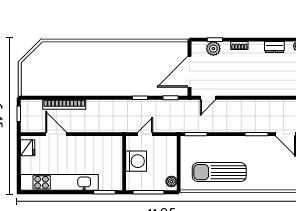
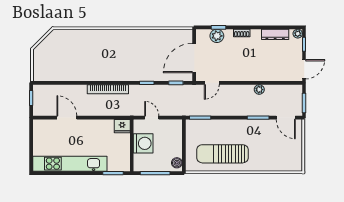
dresser: (274, 47) -> (275, 34), width x1.44
bookcase: (64, 104) -> (108, 89), moved
plant: (258, 105) -> (259, 90), added
door: (145, 134) -> (152, 118), hinge flipped
fridge: (28, 148) -> (122, 126), moved, turned 90

